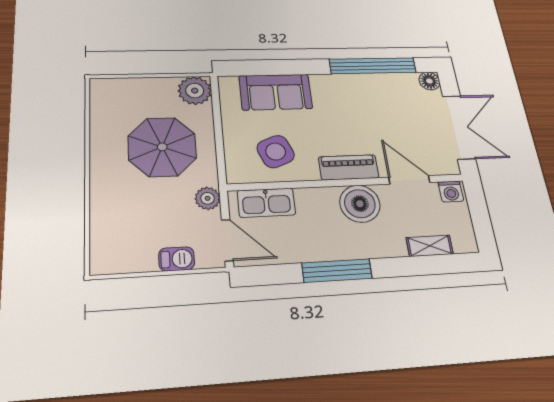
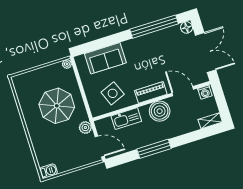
plant: (195, 91) -> (67, 64), width x0.53, depth x0.53
kitchen sink: (266, 203) -> (126, 119), moved
shelving: (430, 246) -> (210, 121), moved
barbecue: (177, 259) -> (49, 171), moved

